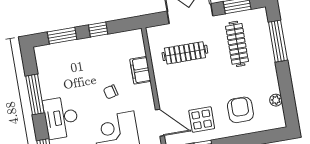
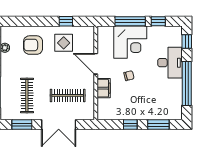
window: (35, 94) -> (187, 84), width x1.46
armchair: (240, 110) -> (33, 45), turned 90
door: (160, 123) -> (96, 64), moved

